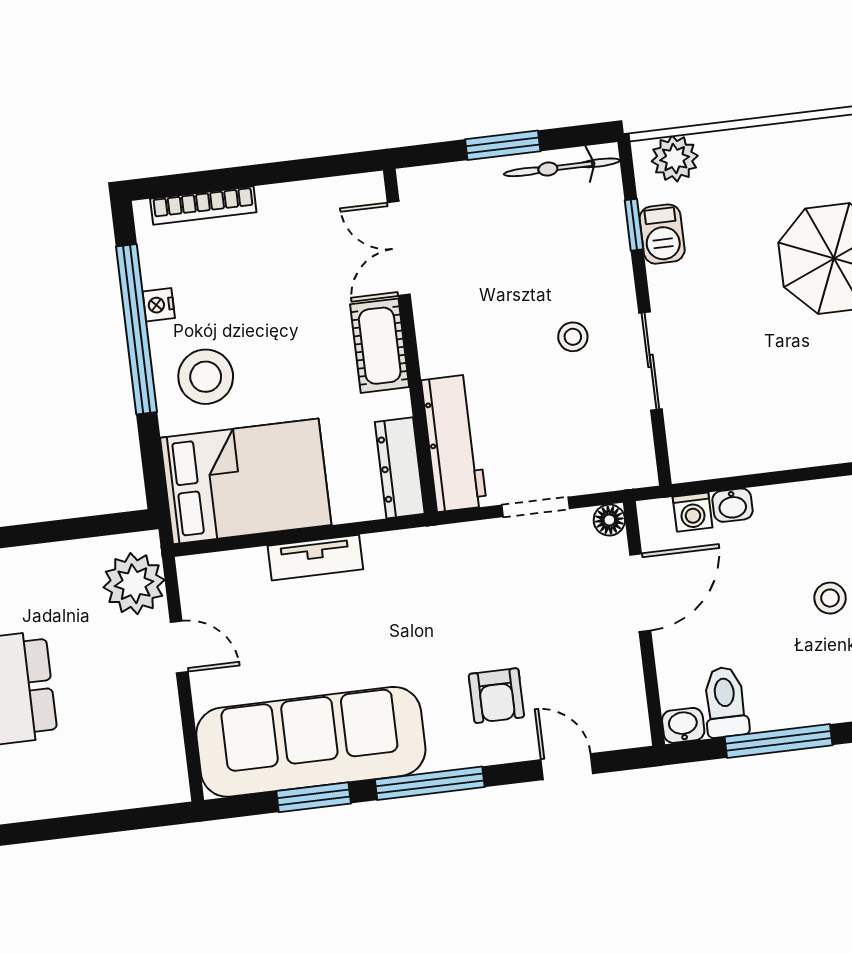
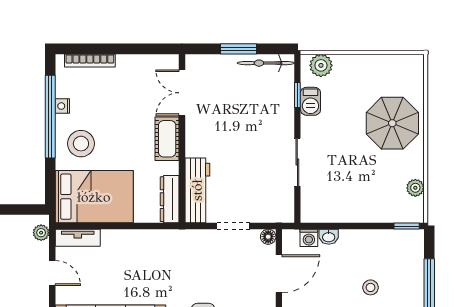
stool: (573, 337) -> (261, 146), removed
tv unit: (315, 558) -> (78, 238), moved
plant: (134, 584) -> (41, 233), width x0.53, depth x0.53

